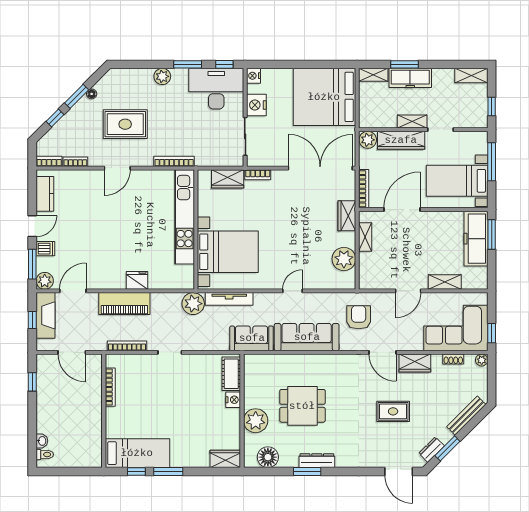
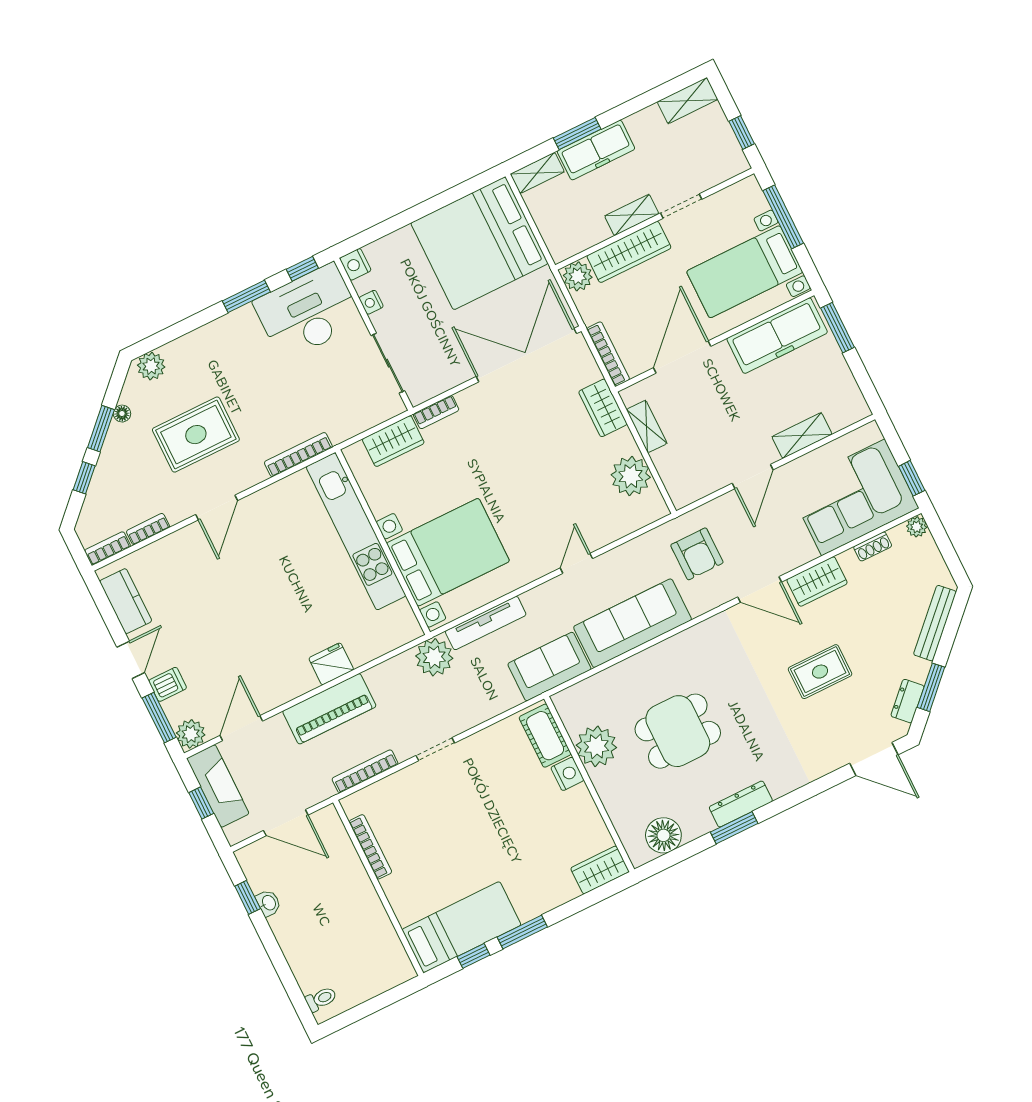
plant: (162, 76) -> (151, 366), moved
nightstand: (256, 105) -> (371, 302), width x0.53, depth x0.56
freezer: (476, 239) -> (777, 336), moved, turned -90
armchair: (359, 317) -> (697, 554), turned 180
plant: (256, 421) -> (596, 746), moved
washbasin: (42, 441) -> (268, 903), moved

